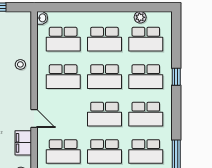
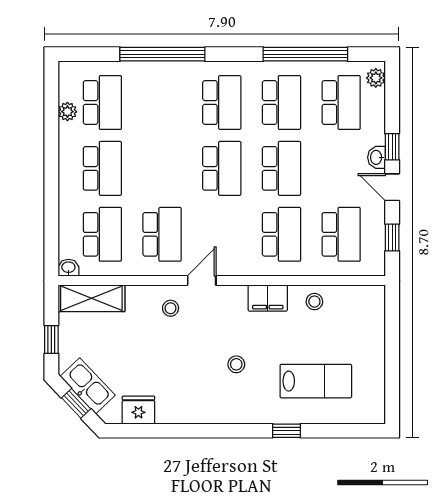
shelving: (23, 32) -> (91, 298), added
stool: (20, 64) -> (171, 308), moved
school desk: (104, 77) -> (162, 168), removed
school desk: (146, 77) -> (162, 102), removed
window: (176, 77) -> (162, 54), width x3.17
door: (34, 119) -> (202, 281), moved

